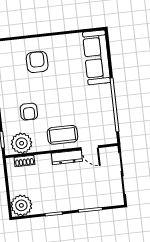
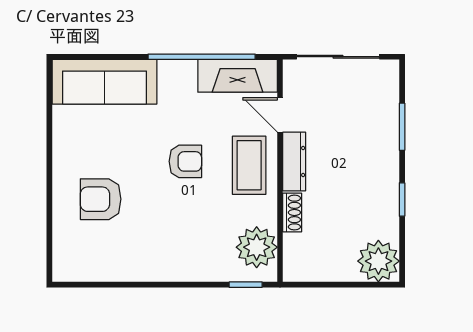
armchair: (29, 112) -> (185, 161), moved
fireplace: (107, 124) -> (238, 76), added
door: (90, 148) -> (280, 115), swing flipped
shoe rack: (24, 161) -> (292, 212), moved

